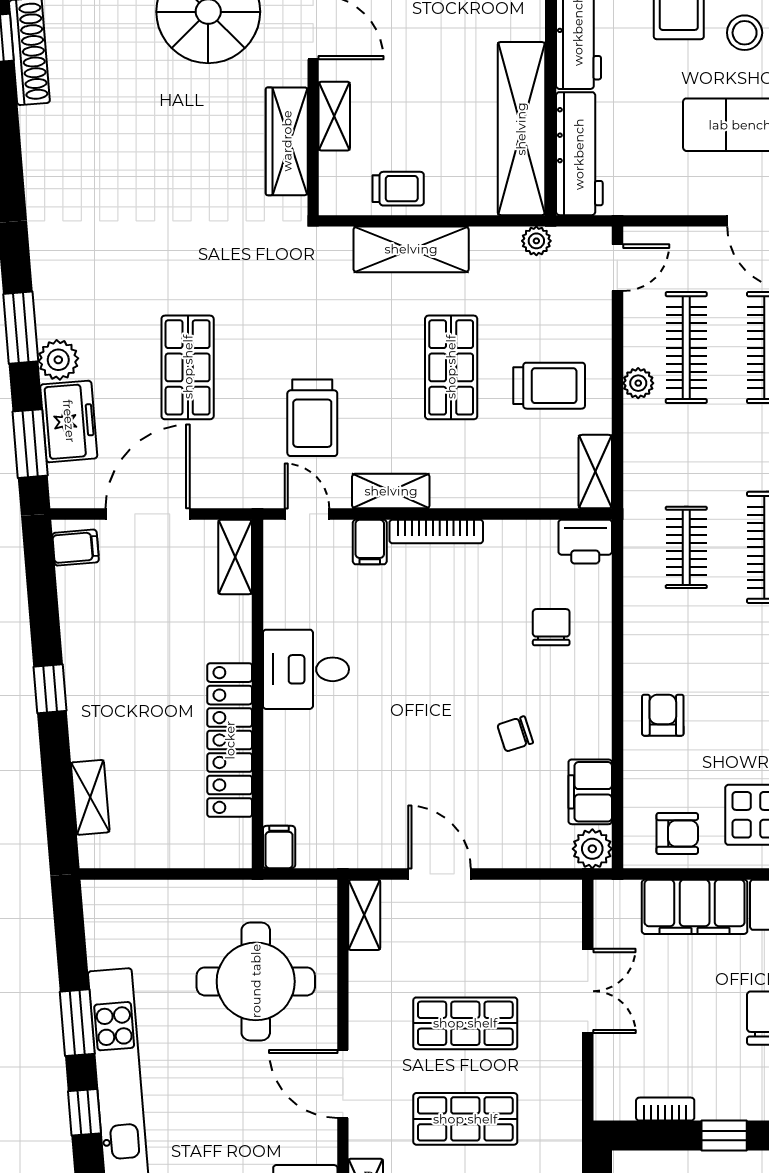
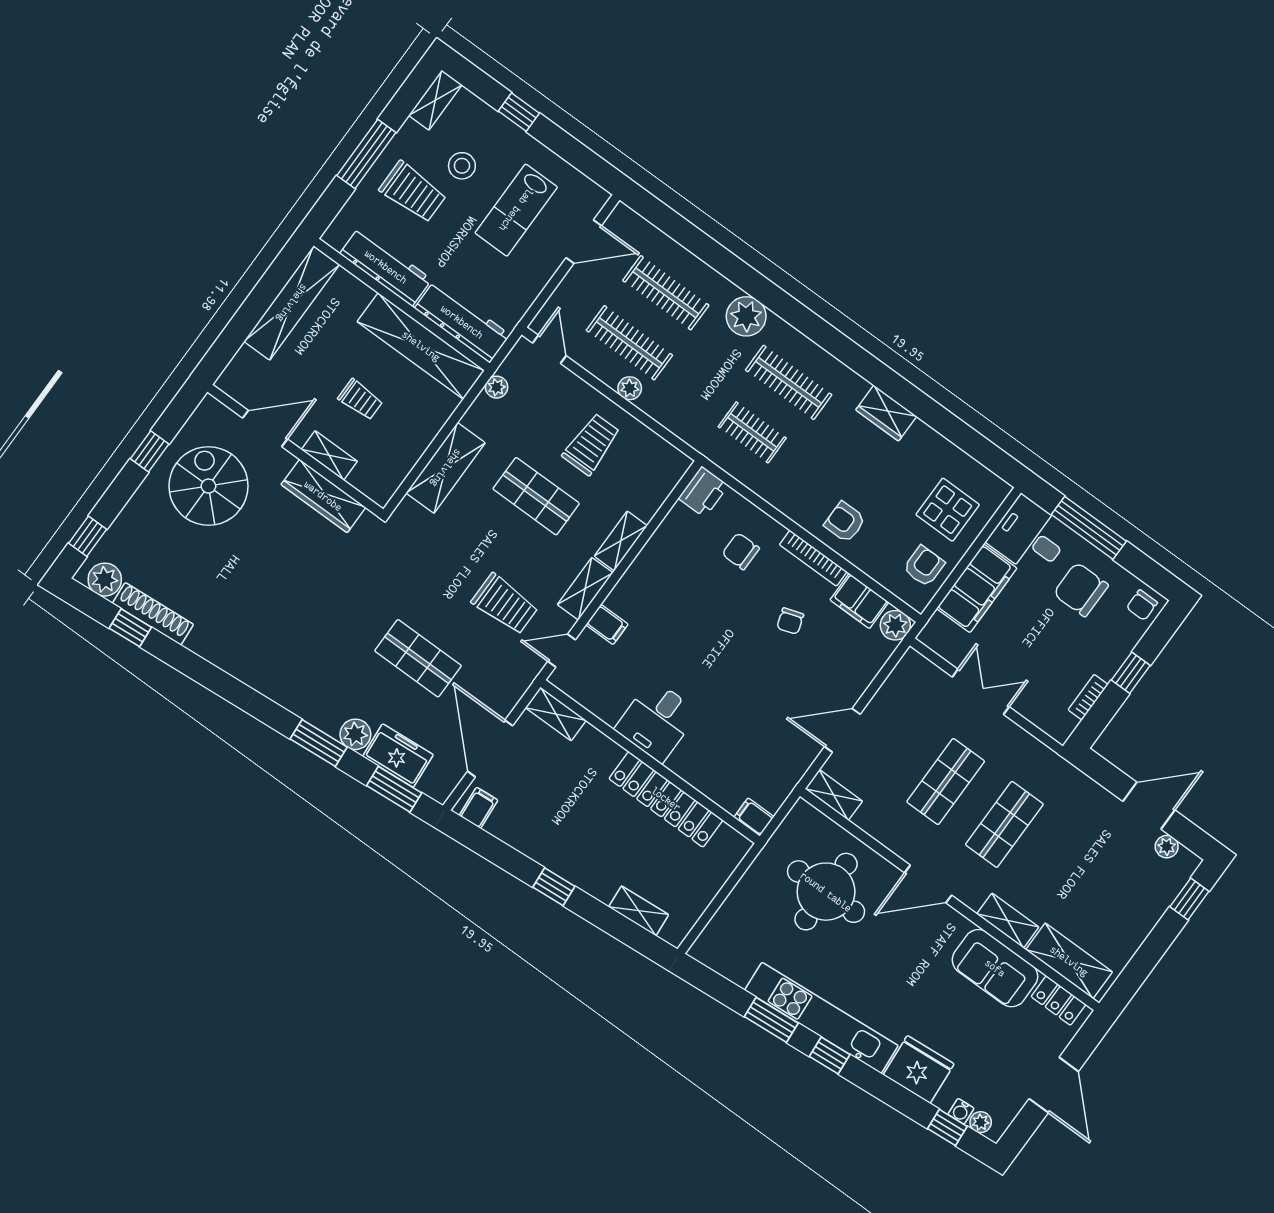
trolley: (398, 189) -> (360, 400), moved, turned 90
shelving: (595, 472) -> (621, 541), moved, turned 90
bookcase: (436, 532) -> (813, 558), moved, turned 90

